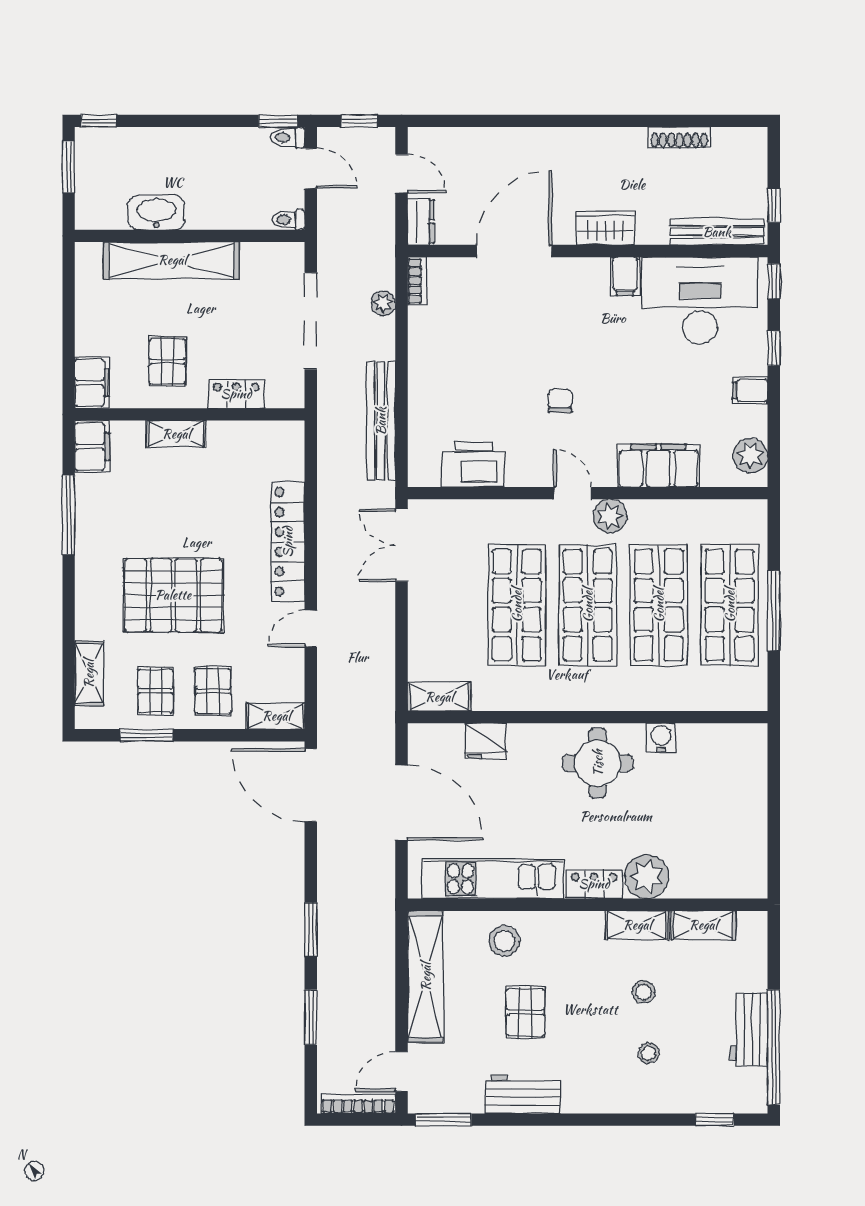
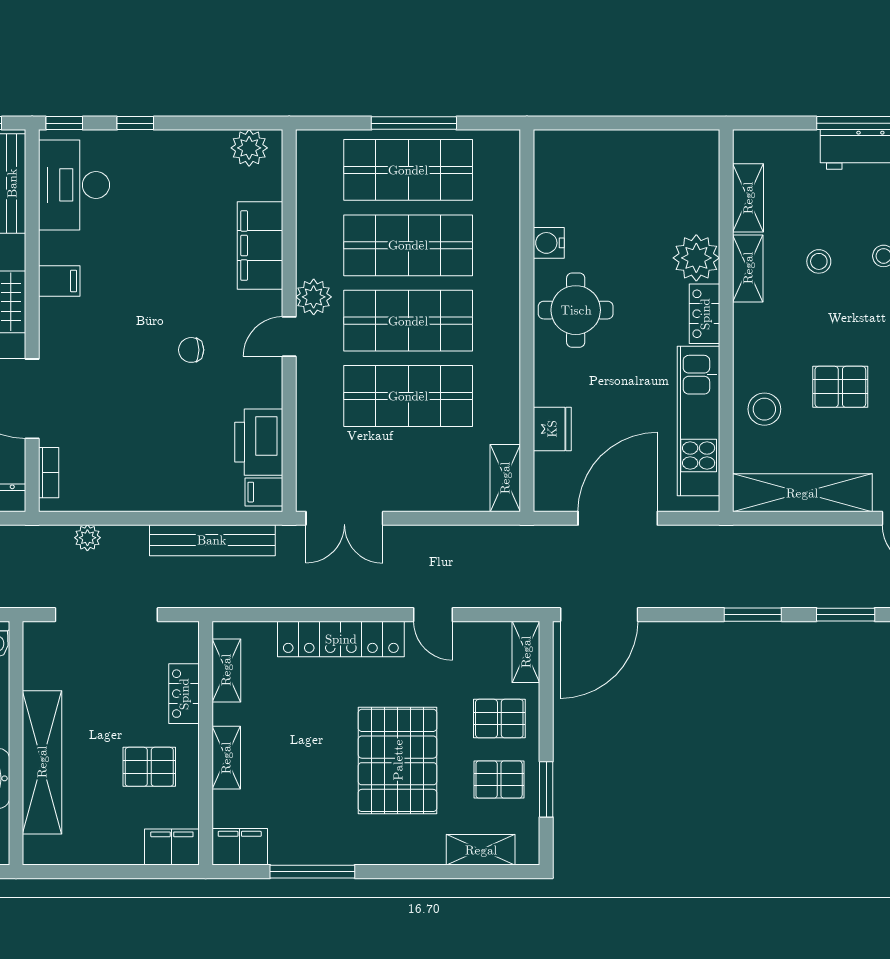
bookcase: (417, 281) -> (49, 473), moved, turned 90
desk: (700, 300) -> (74, 185), width x0.73, depth x0.77
filing cabinet: (750, 390) -> (264, 492), moved, turned 90
shelving: (258, 434) -> (226, 670), added

